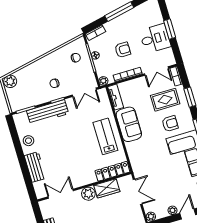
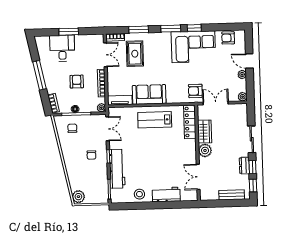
desk: (155, 38) -> (62, 48), moved
armchair: (170, 124) -> (195, 91), moved, turned -90

